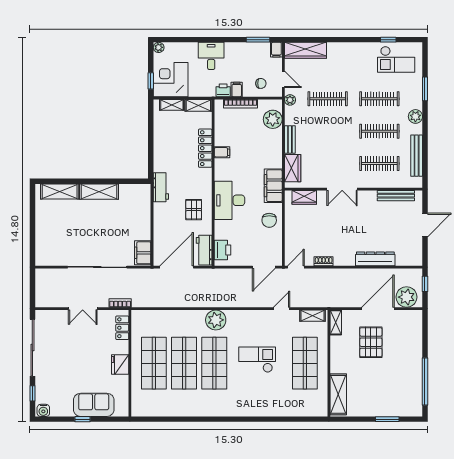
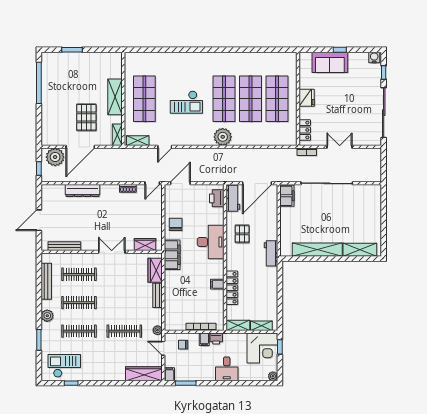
plant: (273, 119) -> (173, 313), removed
shelving: (99, 192) -> (317, 250), width x1.47
shelving: (338, 394) -> (115, 97), moved

